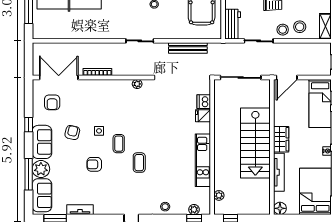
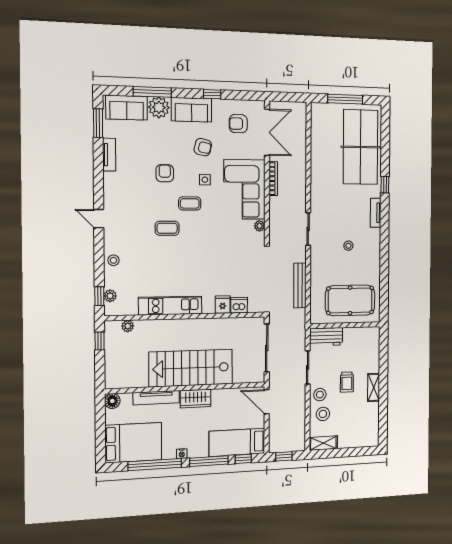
corner sofa: (107, 97) -> (245, 189), added

